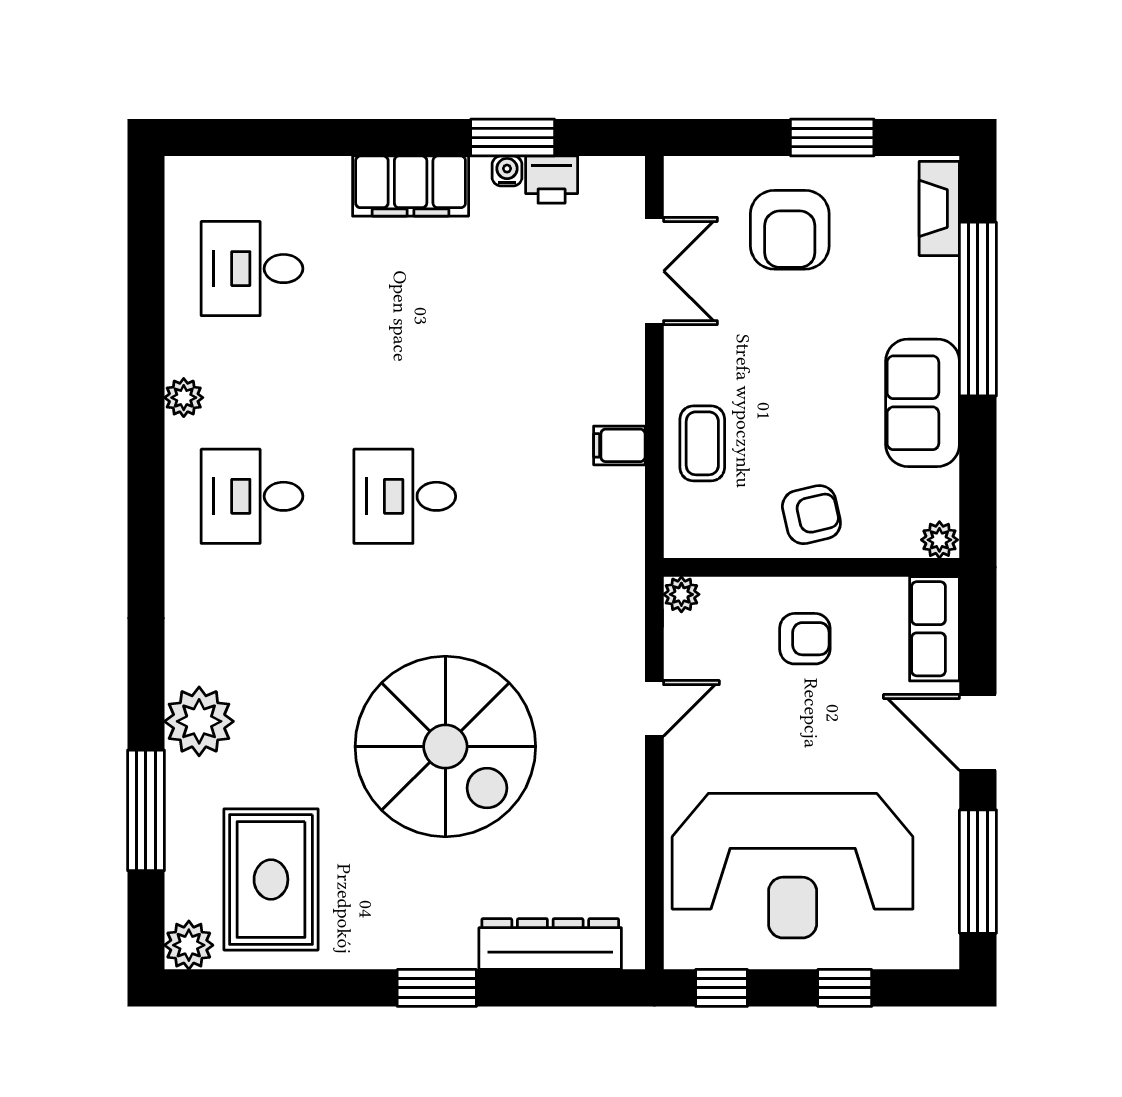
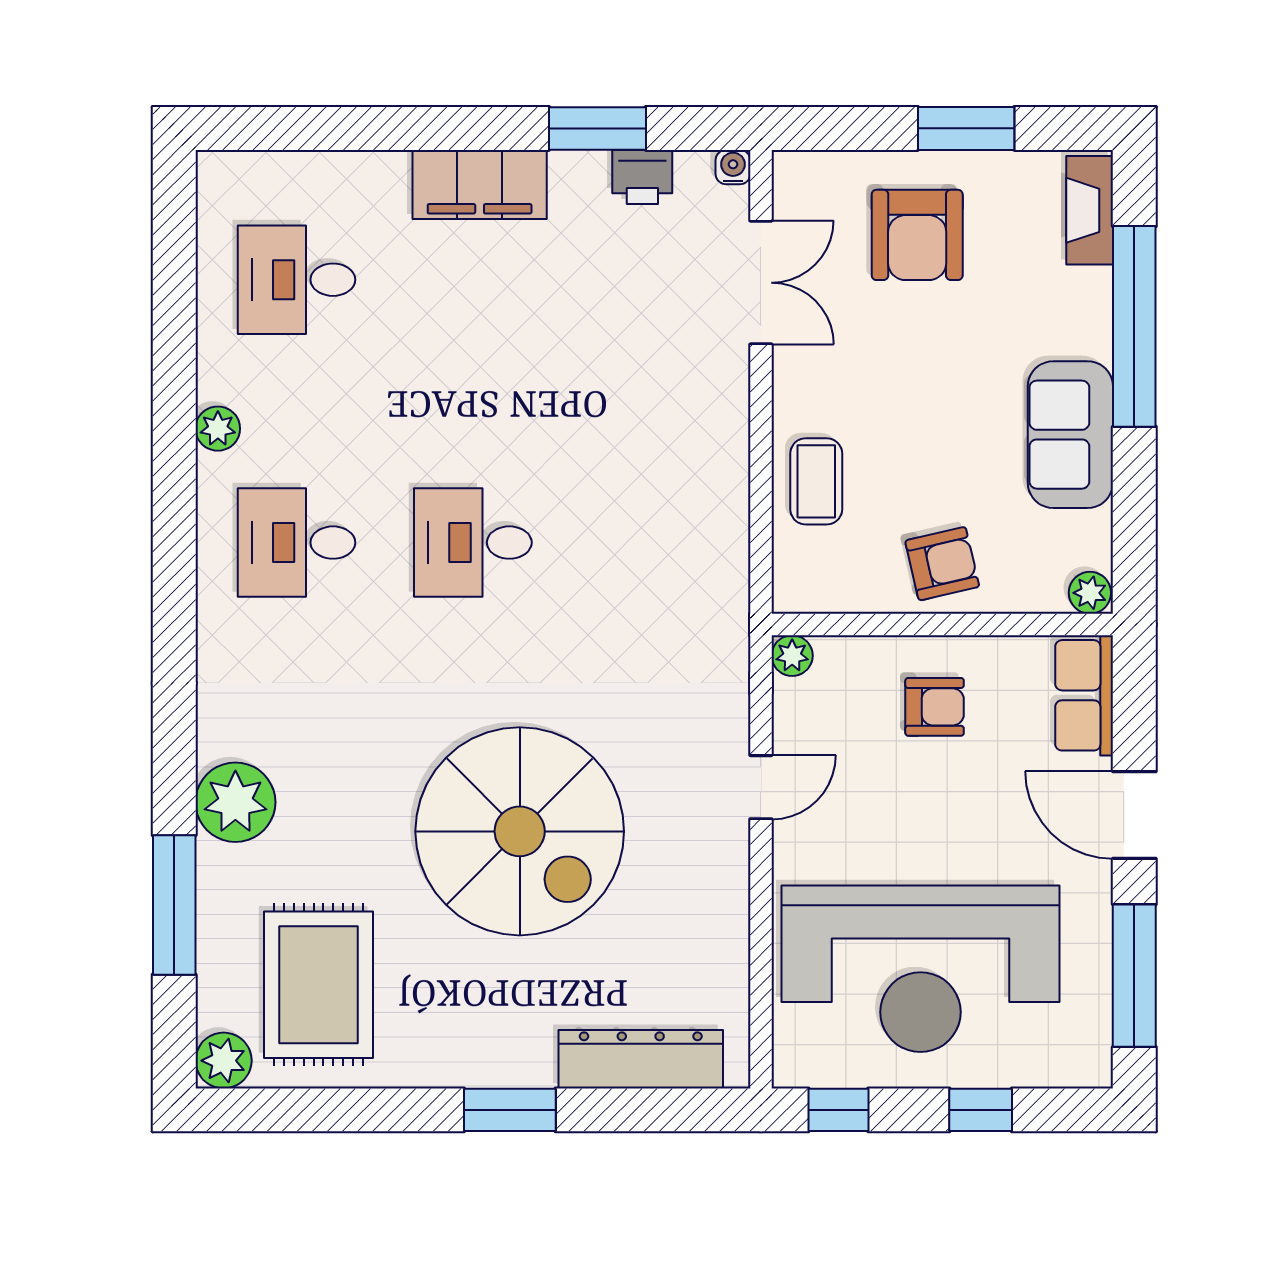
water cooler: (507, 171) -> (733, 167), moved
filing cabinet: (619, 445) -> (720, 484), removed

